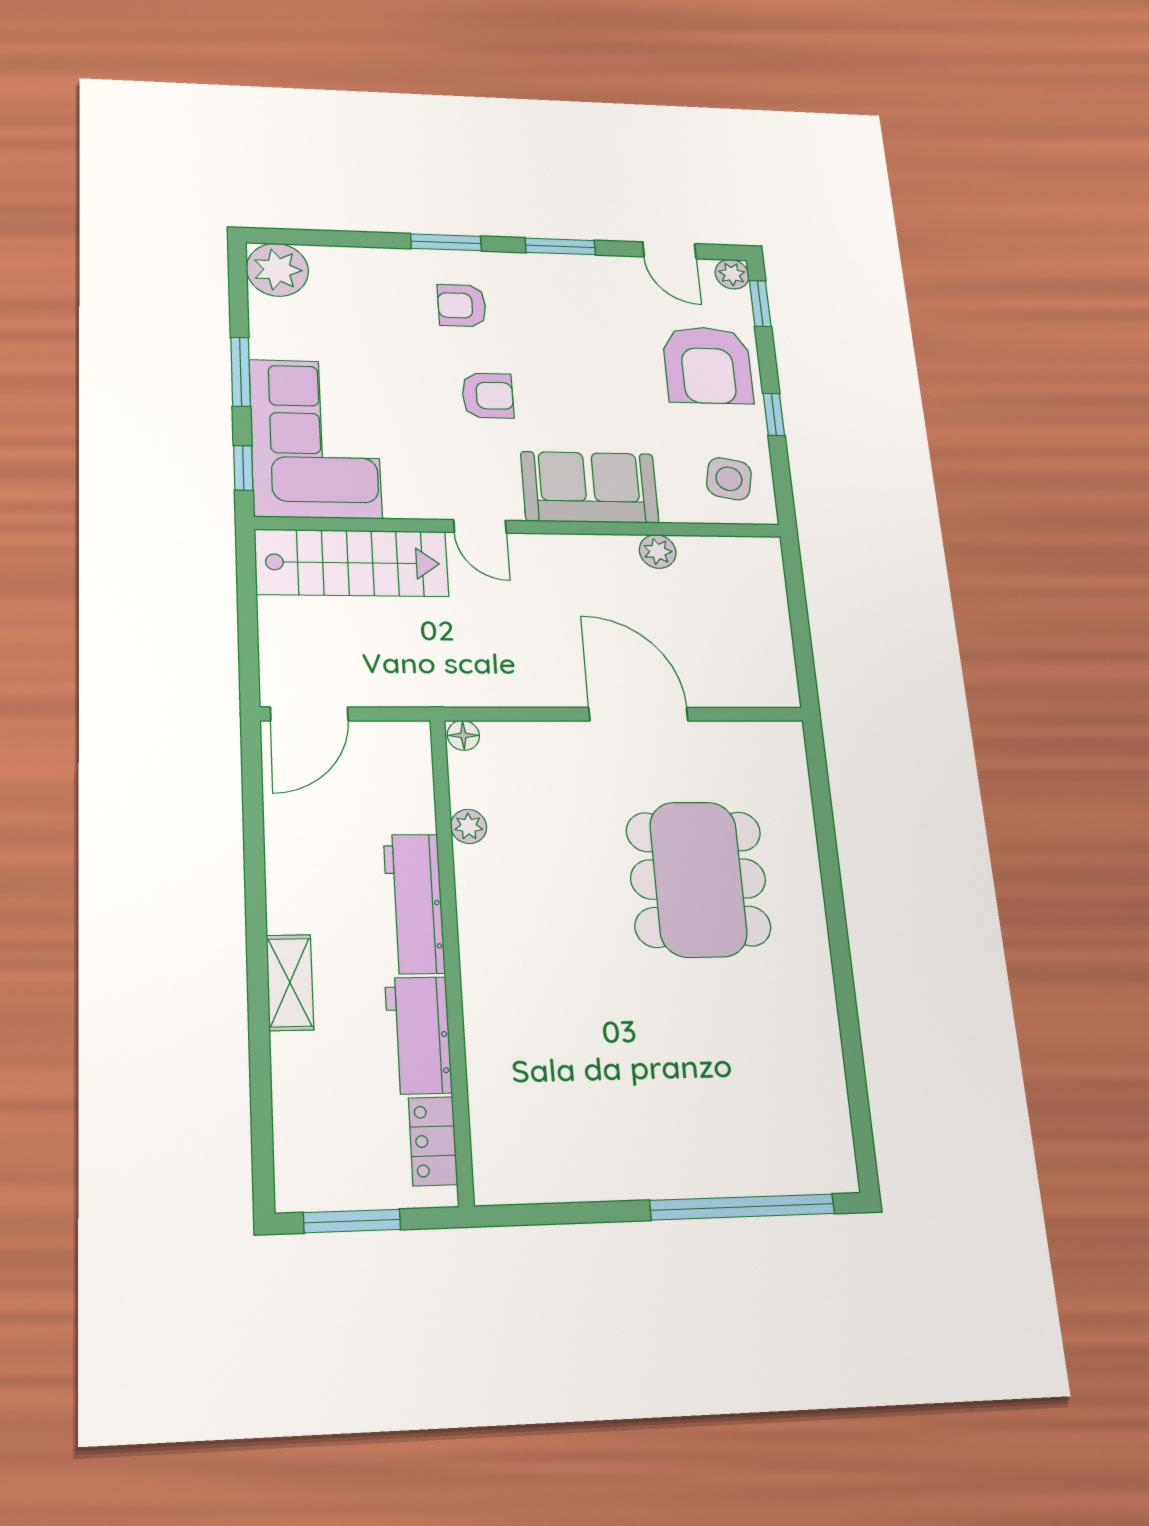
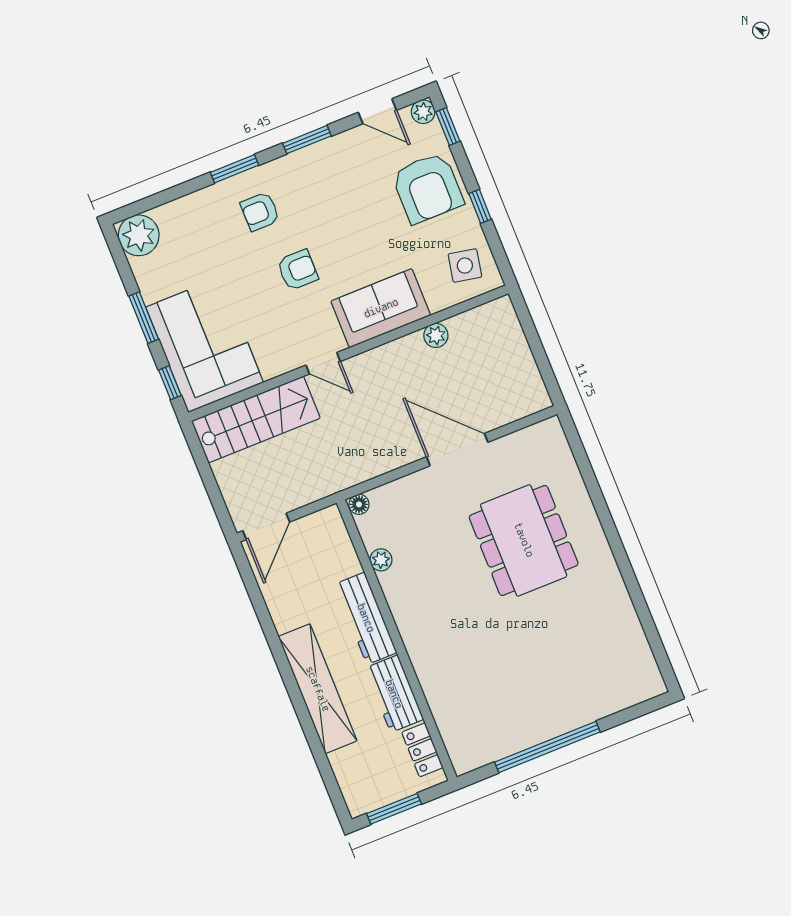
shelving: (290, 983) -> (318, 689), width x2.20, depth x1.33
window: (742, 1207) -> (547, 747), moved

